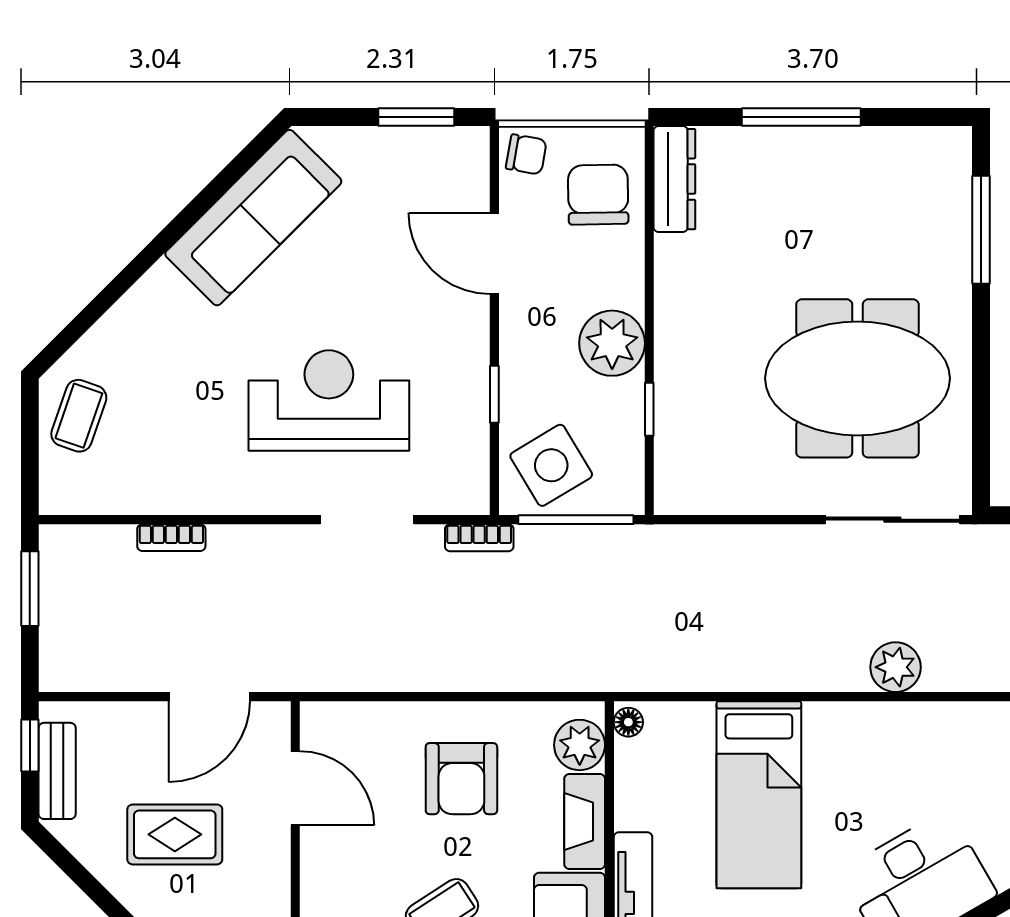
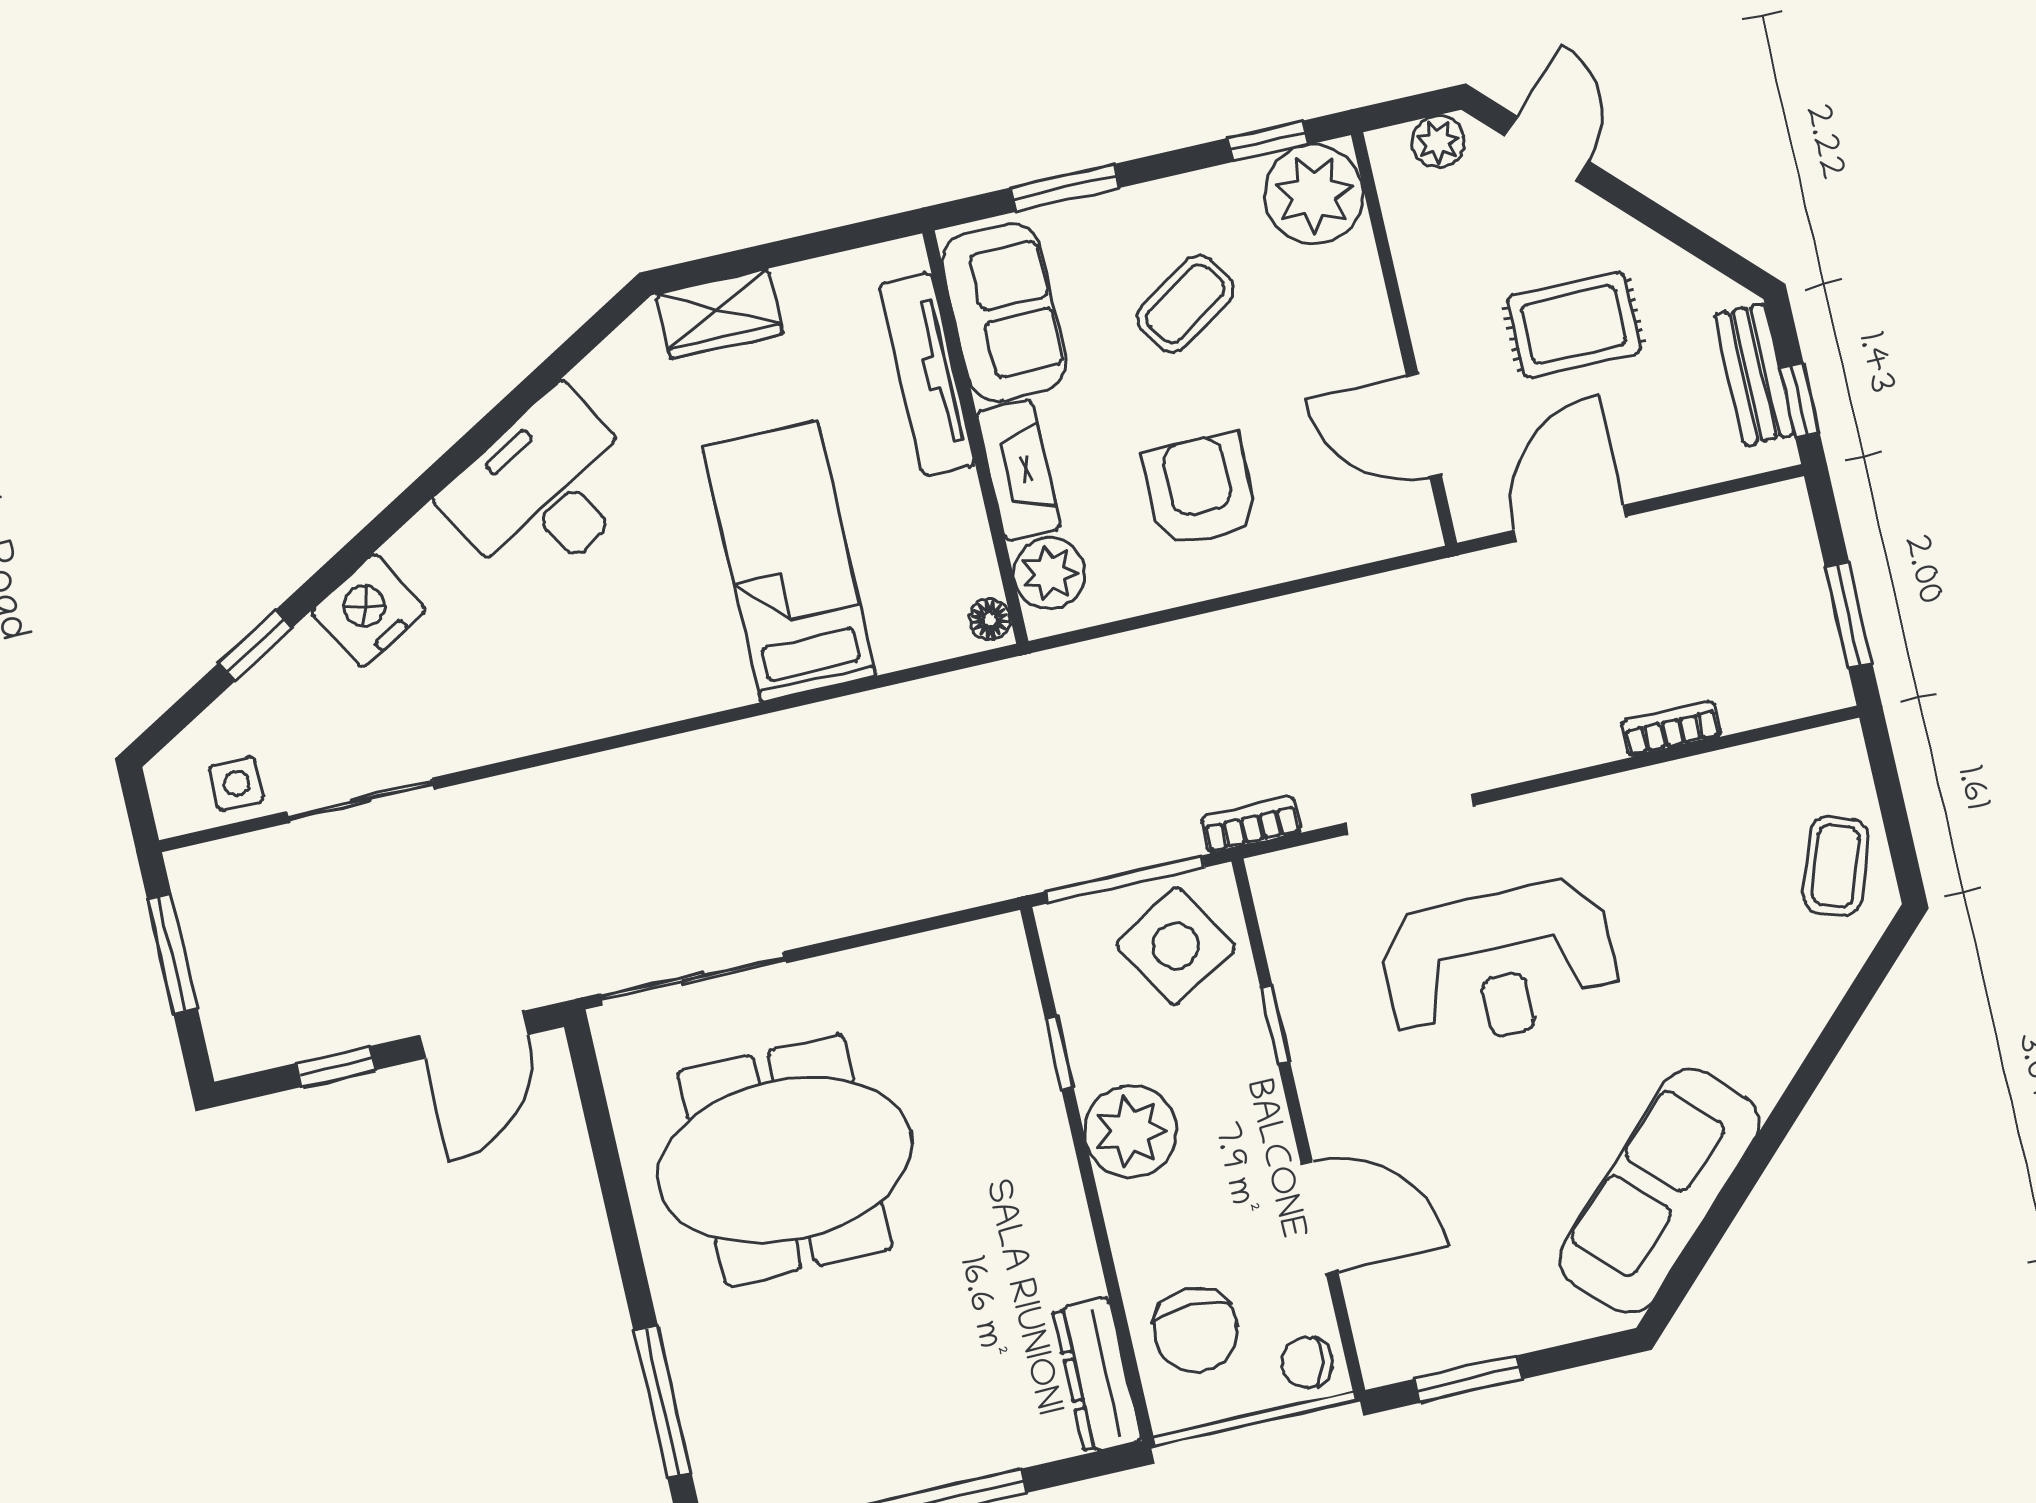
plant: (896, 667) -> (643, 778), removed

